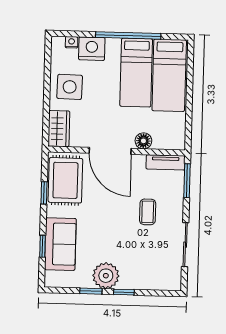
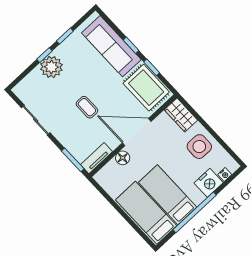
coffee table: (148, 212) -> (87, 107), moved
sofa: (60, 244) -> (111, 46), width x1.36
window: (43, 246) -> (131, 45), moved
plant: (106, 276) -> (51, 67), moved

